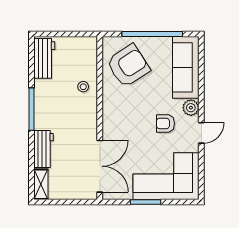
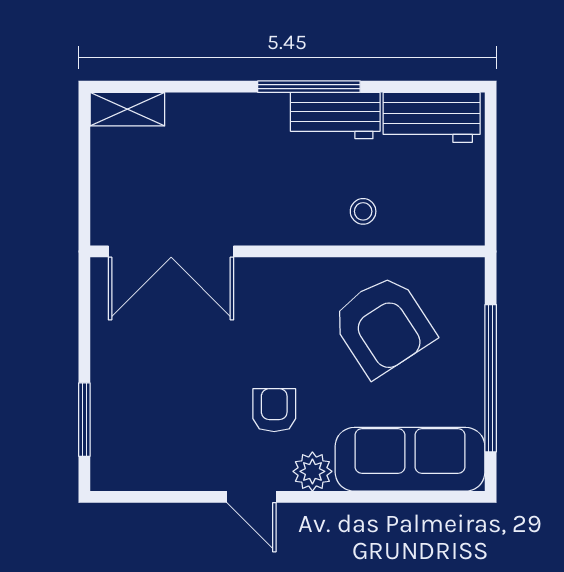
armchair: (128, 66) -> (383, 326), moved
workbench: (44, 149) -> (335, 116), moved
corner sofa: (166, 176) -> (147, 411), removed
window: (145, 202) -> (84, 420), moved

